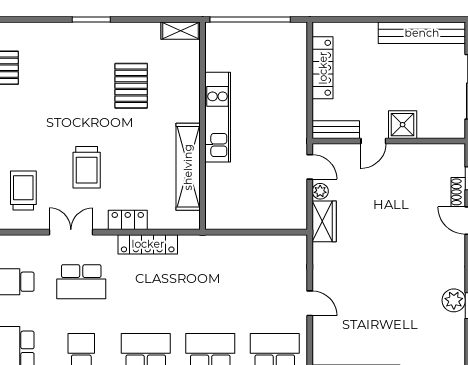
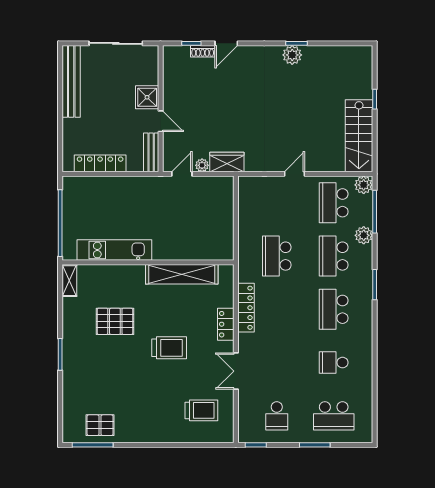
kitchen unit: (218, 117) -> (114, 250), moved
trolley: (87, 167) -> (169, 348), moved
trolley: (23, 191) -> (201, 410), turned 180
school desk: (81, 282) -> (277, 256), moved, turned 180

